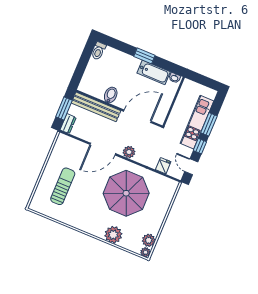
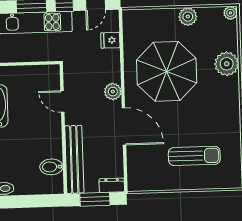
bidet: (111, 95) -> (51, 167), moved
door: (137, 116) -> (62, 101), width x0.53
sun lounger: (63, 186) -> (194, 156), turned 180
plant: (149, 240) -> (188, 17), moved

